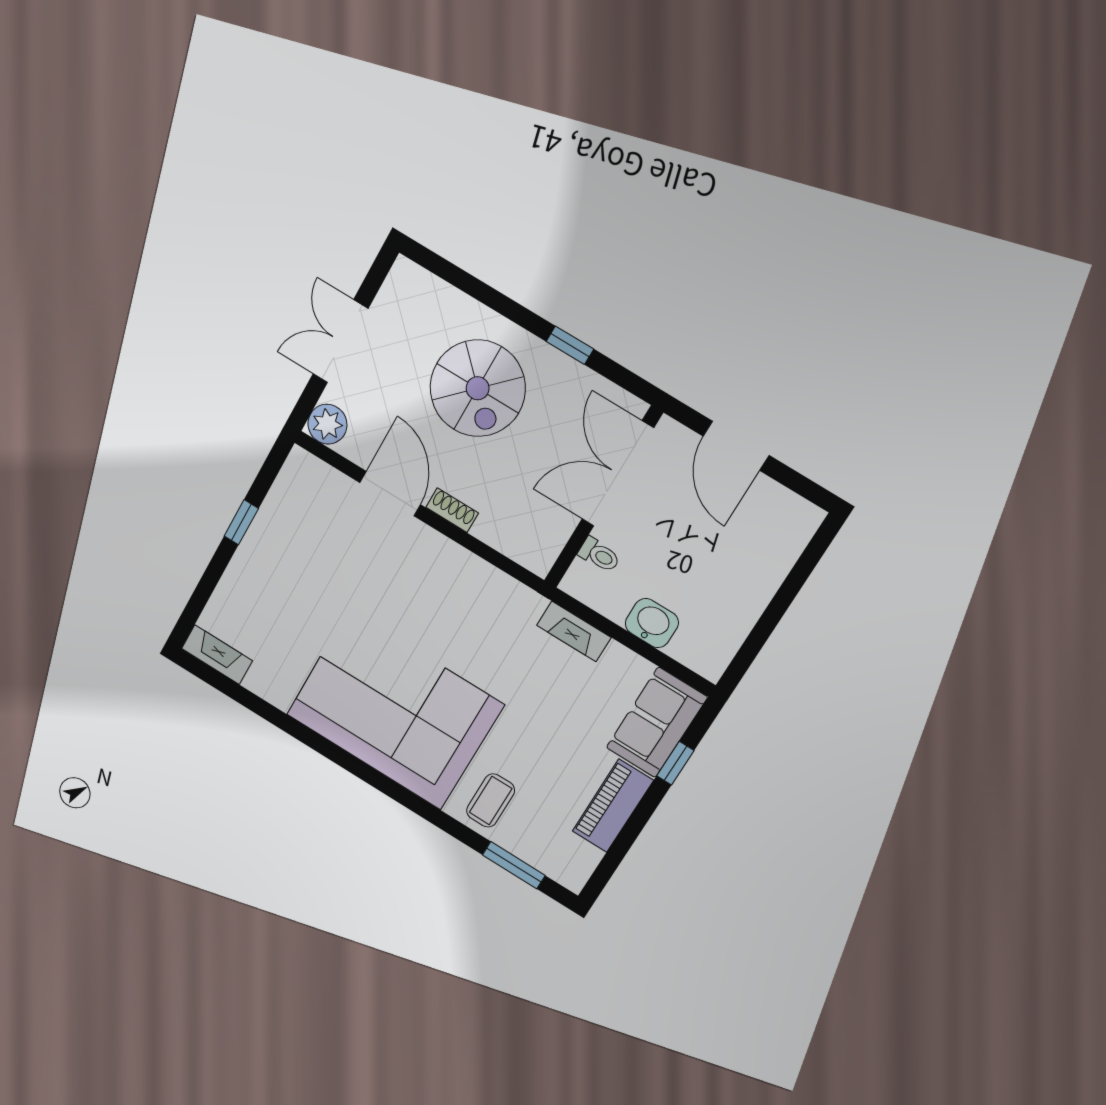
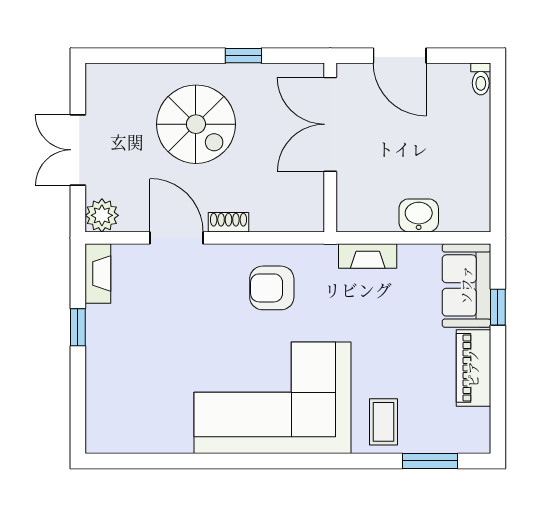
toilet: (599, 555) -> (481, 79), moved, turned 90
armchair: (457, 603) -> (272, 288), added
fireplace: (217, 655) -> (98, 273), moved, turned 90

